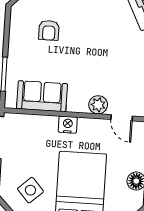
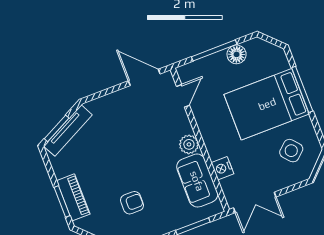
plant: (98, 105) -> (189, 144), moved
nightstand: (68, 125) -> (222, 168), moved

